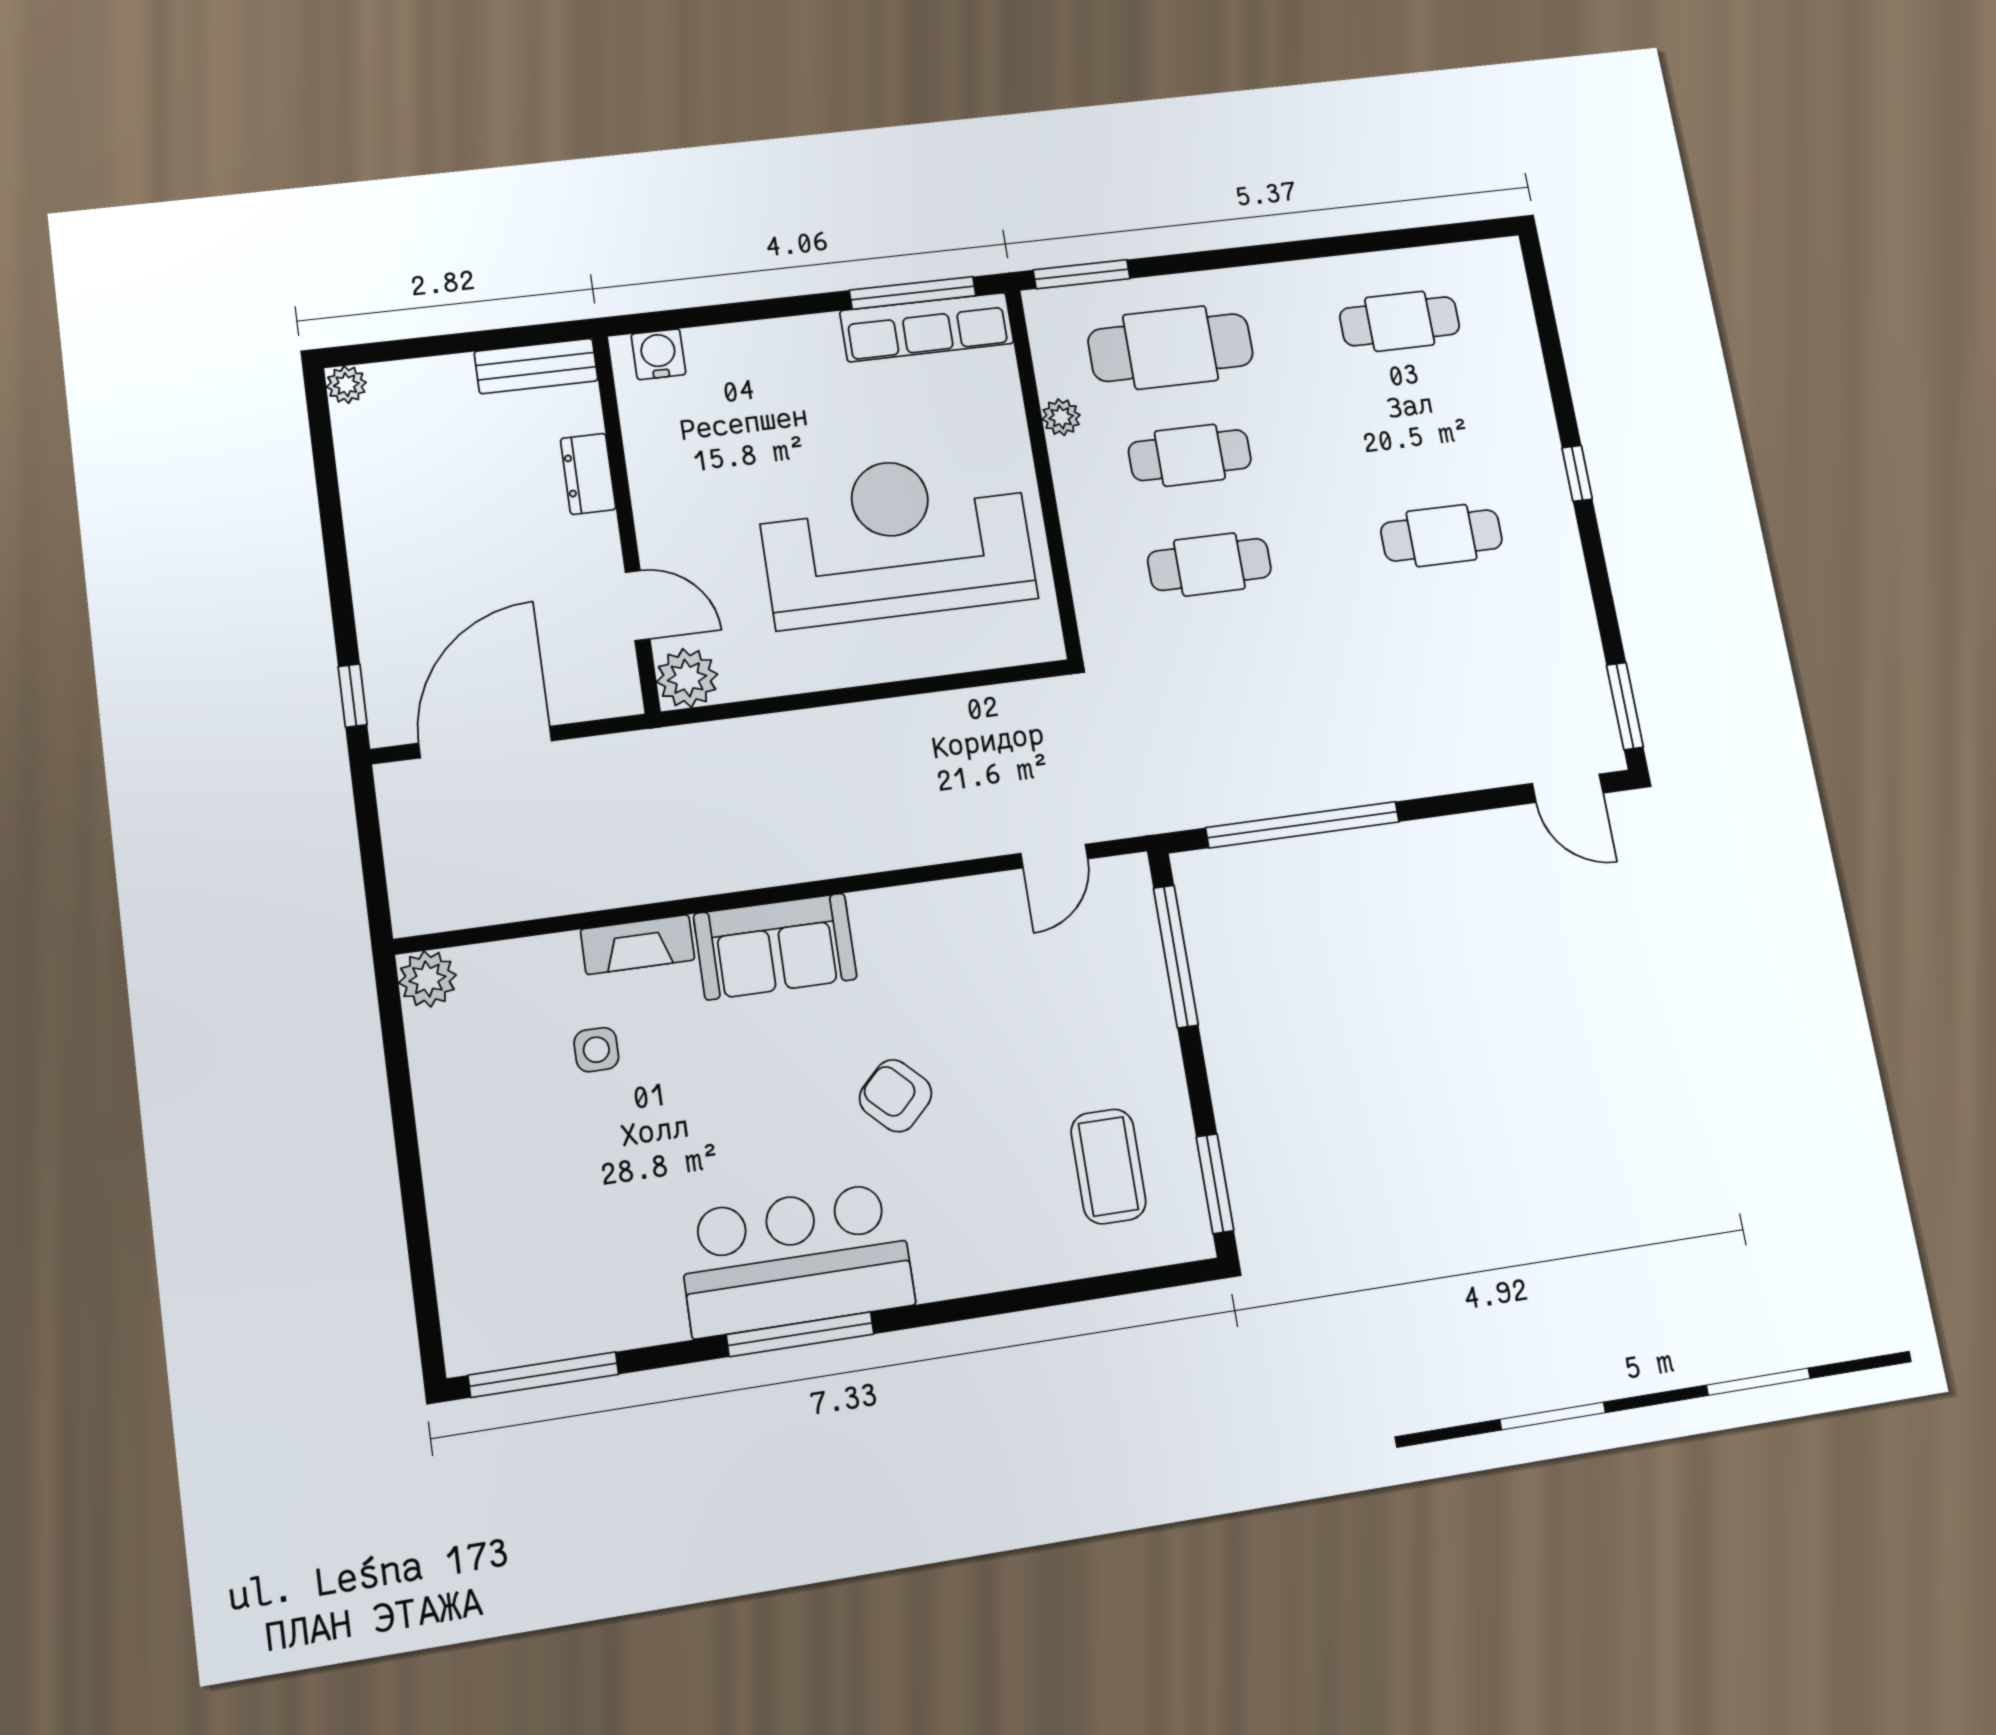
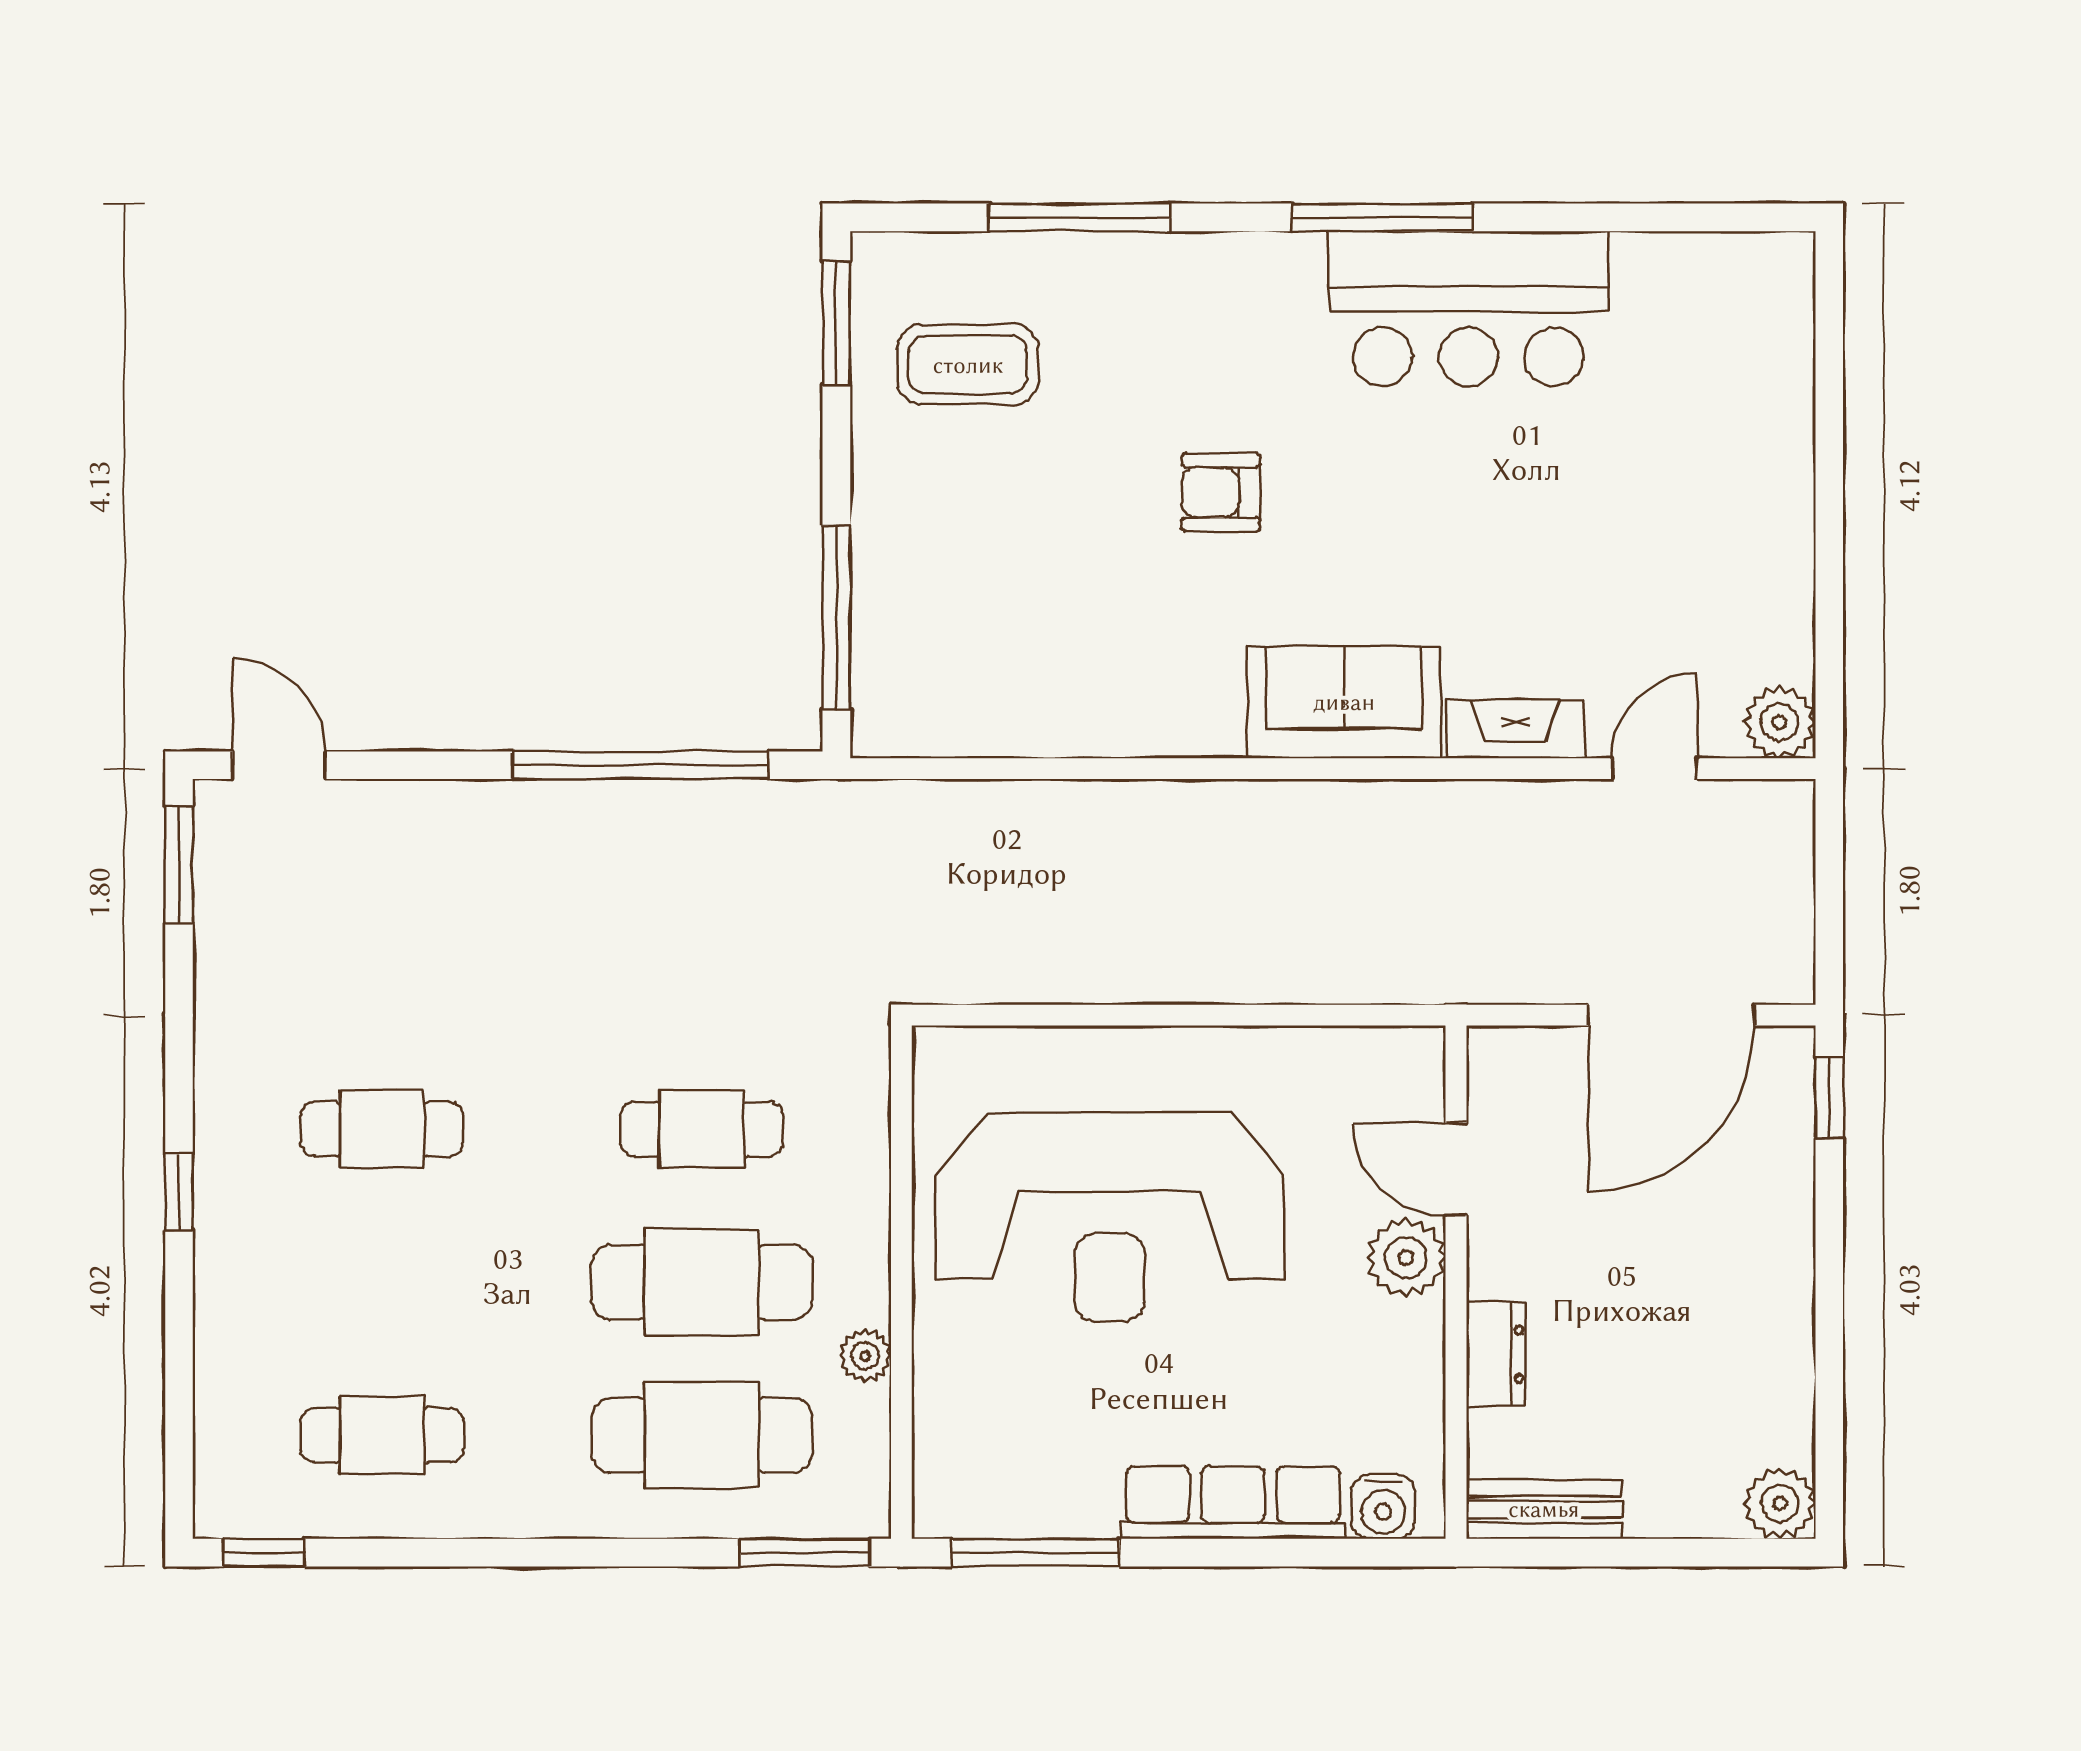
window: (1467, 232) -> (264, 1553), added
row of seats: (927, 327) -> (1233, 1503), moved
plant: (346, 385) -> (1780, 1503), width x1.38, depth x1.38
cafe table: (1190, 455) -> (702, 1282), width x1.37, depth x1.35
plant: (687, 678) -> (1406, 1258), moved
door: (1054, 856) -> (1655, 769), moved
side table: (596, 1050) -> (1584, 604), removed
armchair: (896, 1096) -> (1221, 492), turned 135
coffee table: (1108, 1166) -> (968, 365), turned 90
bar counter: (796, 1260) -> (1468, 309), moved
window: (544, 1375) -> (1080, 217), moved

